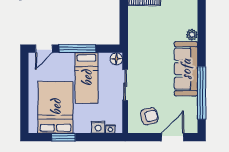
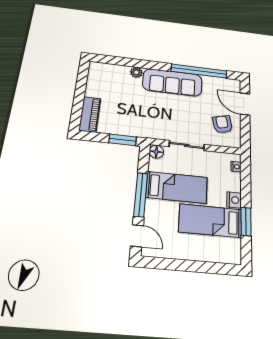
window: (124, 29) -> (123, 140), added
bed: (56, 107) -> (210, 221), width x0.67
nightstand: (98, 127) -> (234, 200), moved

